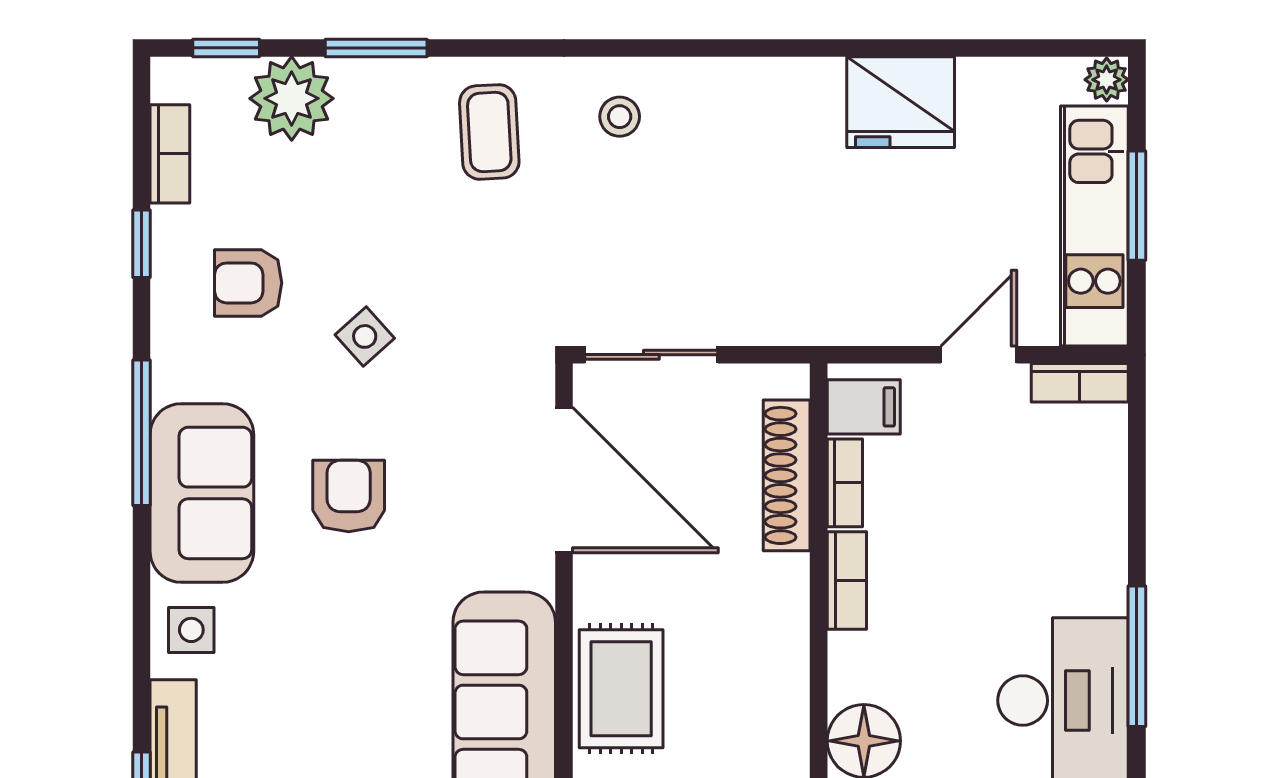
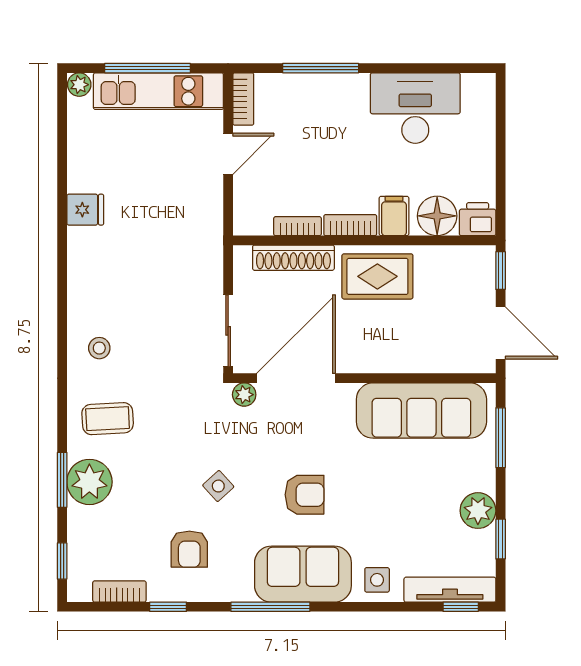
plant: (292, 98) -> (89, 482), moved
fridge: (901, 102) -> (85, 210), width x0.53, depth x0.75
window: (1137, 206) -> (147, 68), width x1.44
door: (979, 355) -> (228, 154), swing flipped
plant: (534, 384) -> (244, 395), added
filing cabinet: (864, 407) -> (394, 216), moved
armchair: (349, 496) -> (305, 495), turned 180
window: (1137, 656) -> (321, 68), moved
rug: (621, 689) -> (377, 276), moved

